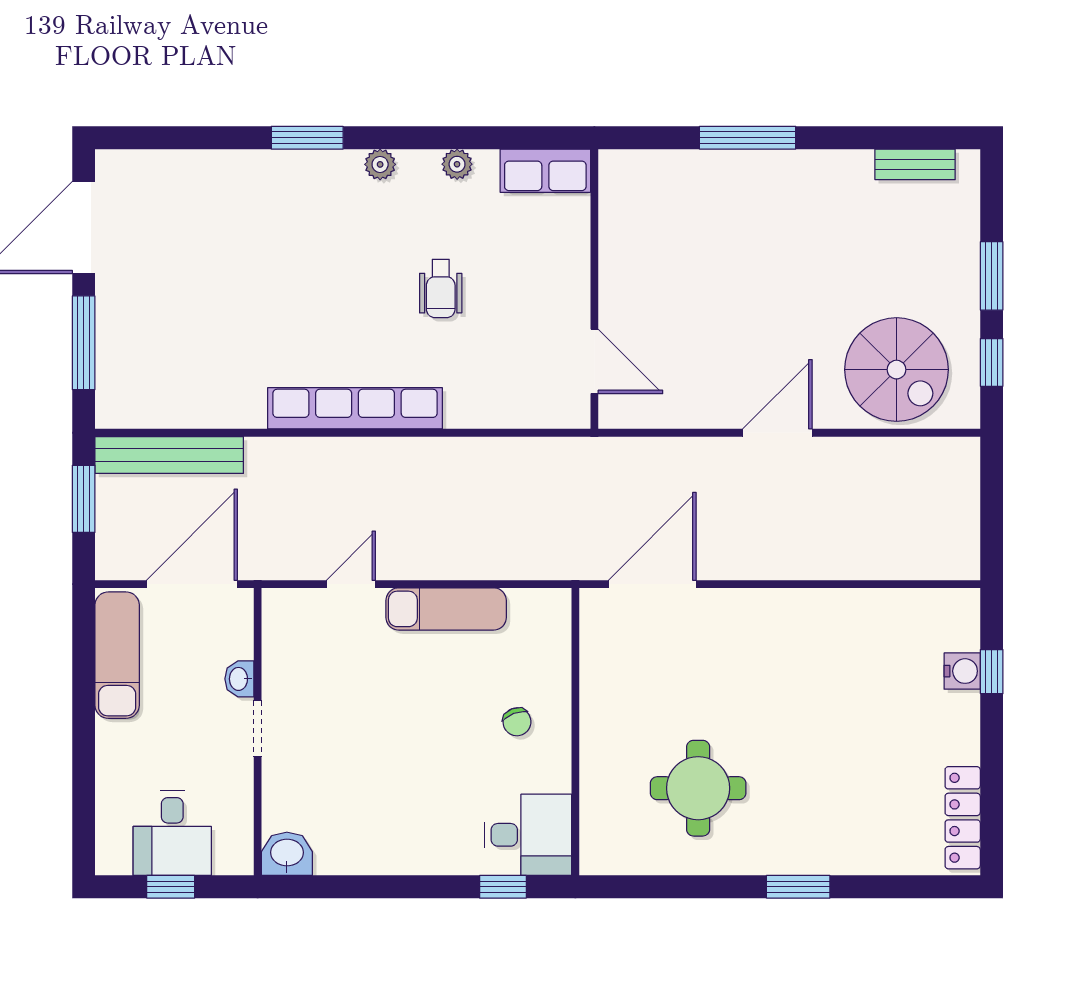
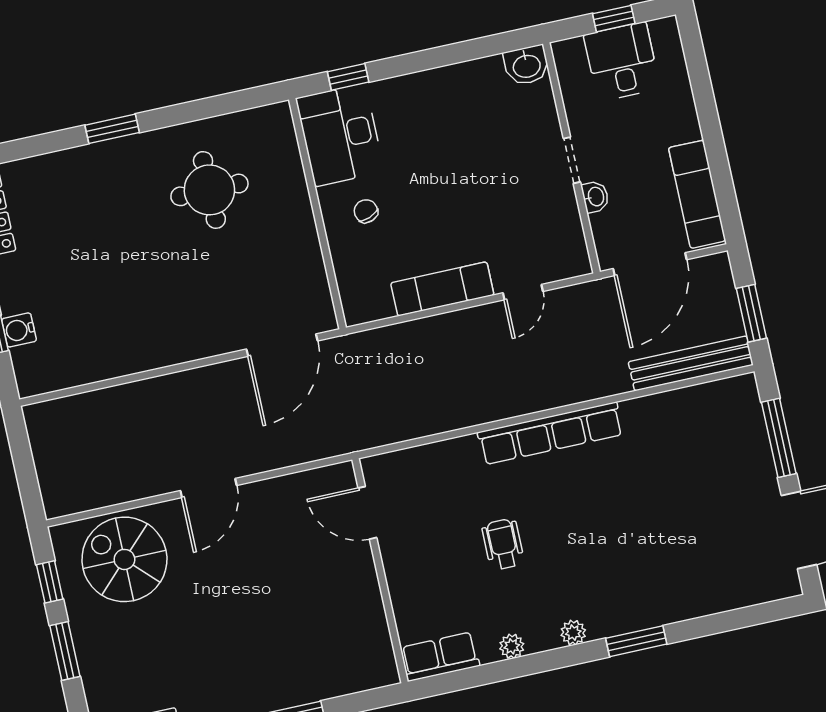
desk: (528, 835) -> (340, 135), width x1.37

